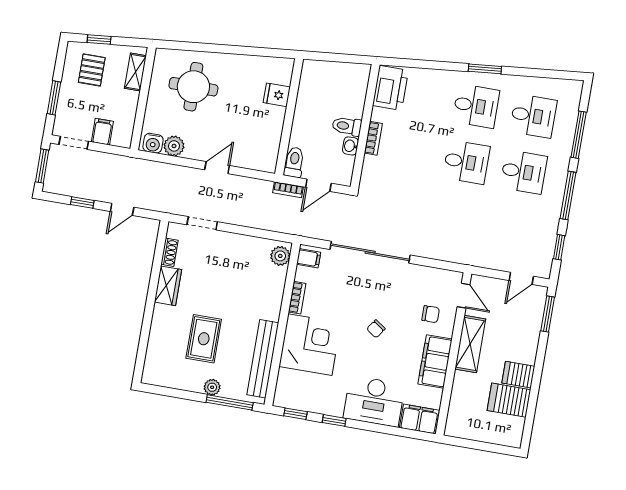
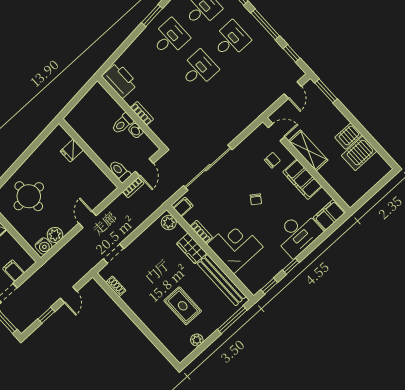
wardrobe: (168, 286) -> (192, 248), moved, turned 180
plant: (212, 387) -> (197, 340), moved

